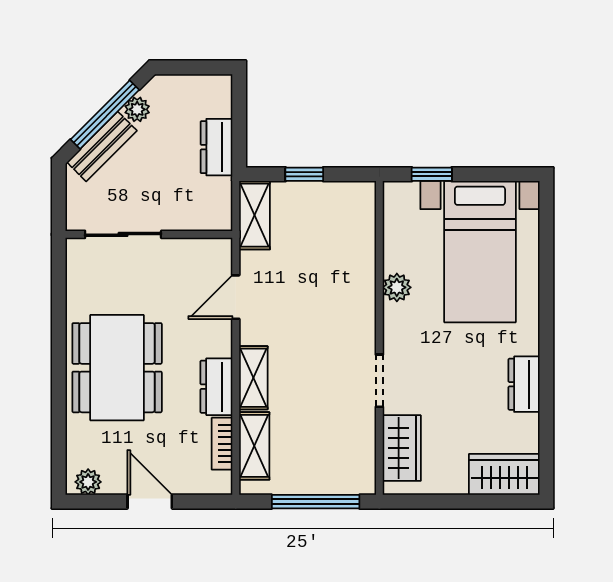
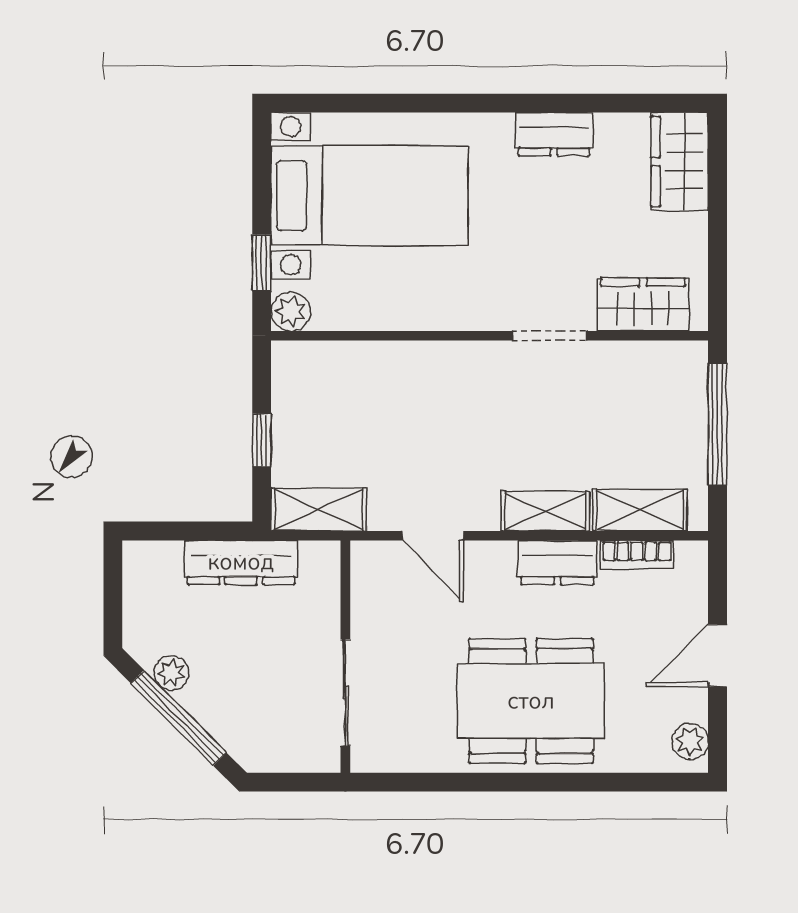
bench: (102, 146) -> (223, 722), removed
dresser: (216, 147) -> (241, 562), width x1.44
plant: (397, 287) -> (291, 311), moved

